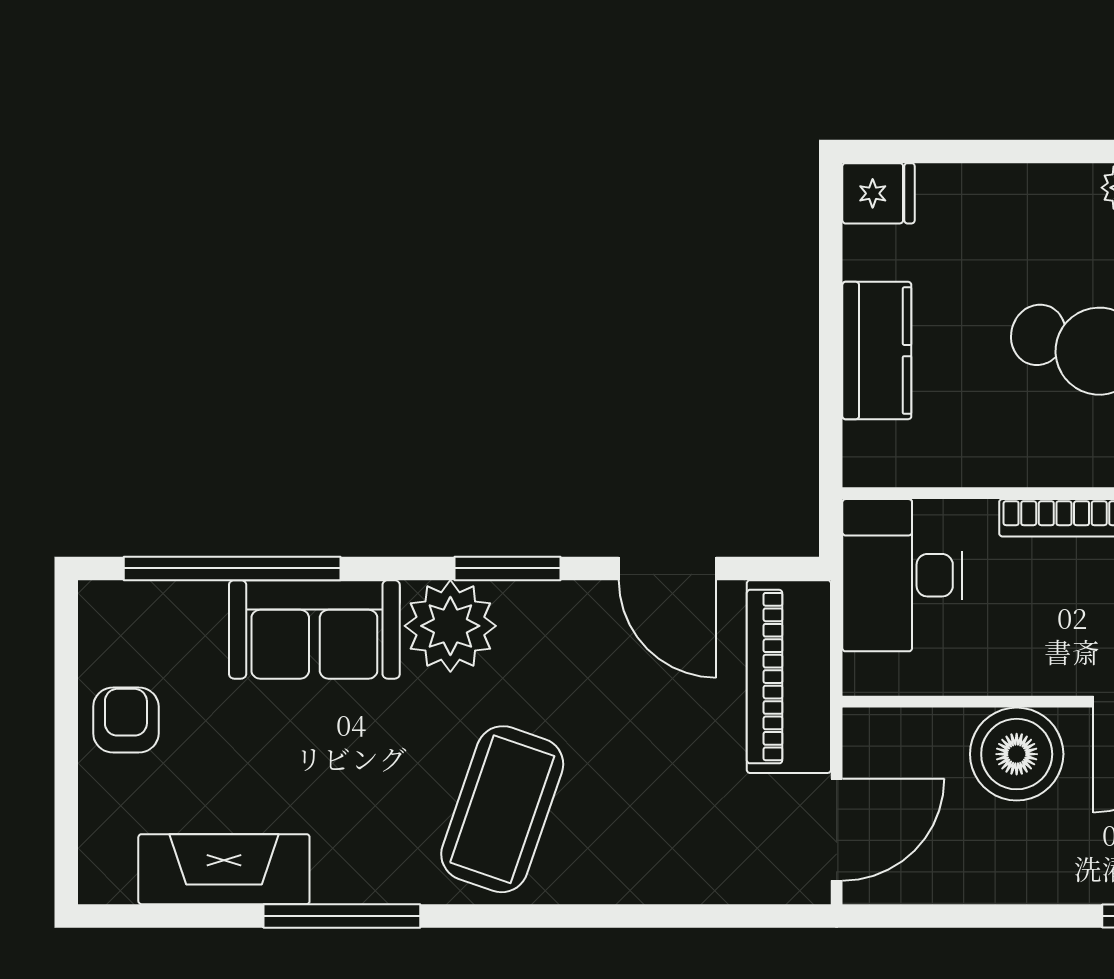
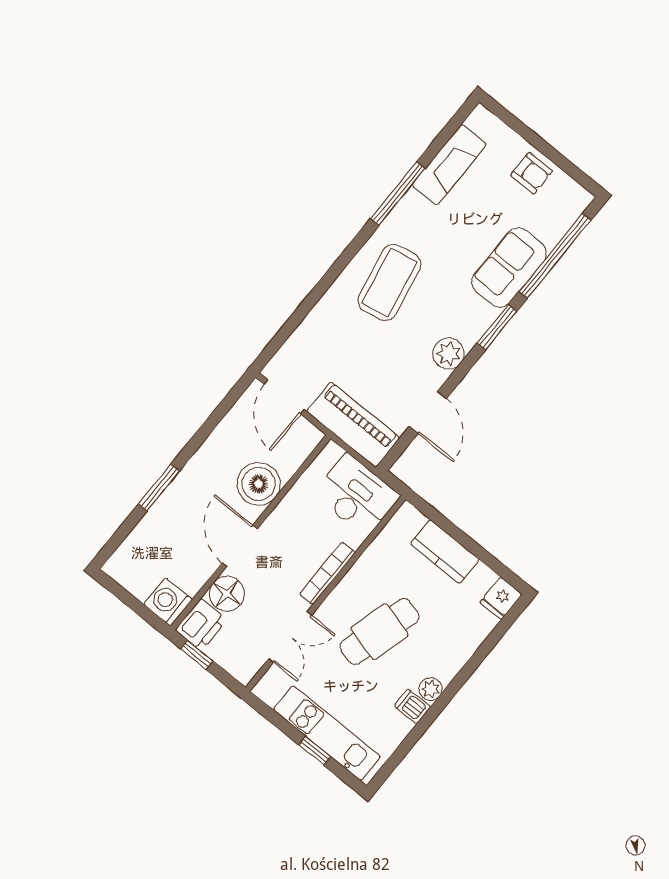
window: (507, 568) -> (497, 327), moved
door: (667, 568) -> (428, 412), swing flipped
plant: (450, 626) -> (448, 354), moved, width x0.73, depth x0.73
coffee table: (502, 809) -> (389, 283), turned 60

